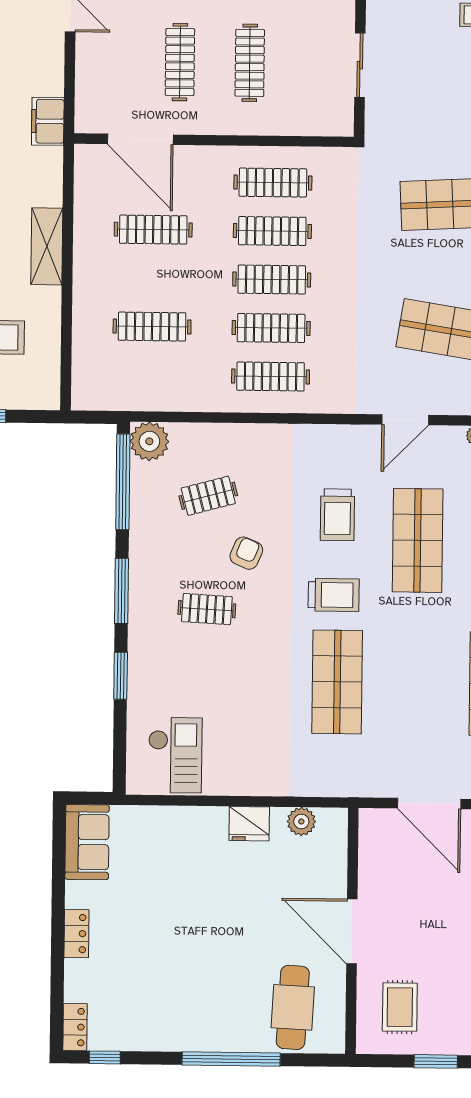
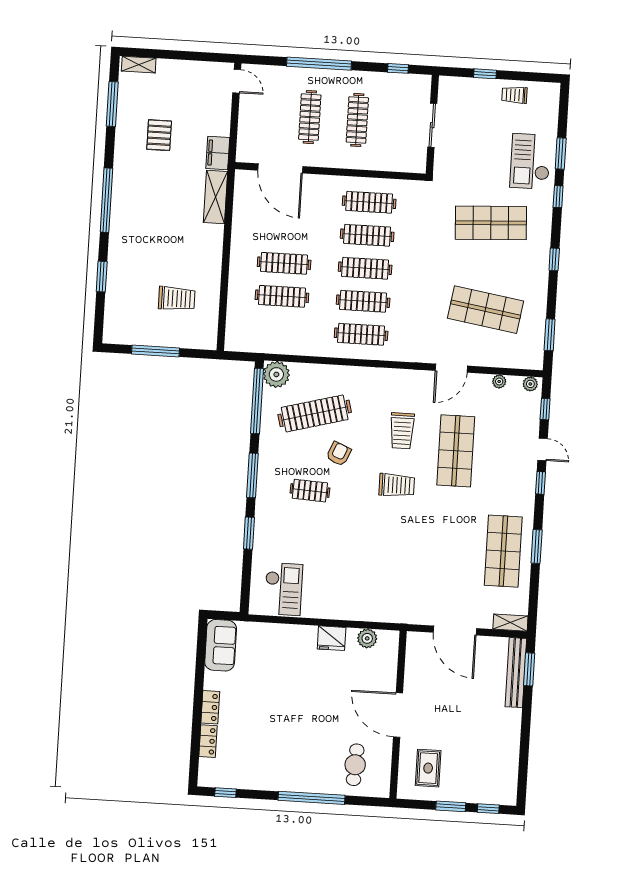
clothes rail: (153, 230) -> (284, 263), moved
shelving: (47, 246) -> (216, 197), moved
clothes rail: (208, 496) -> (315, 413), width x1.86, depth x1.31
shop shelf: (337, 682) -> (396, 545), removed
cafe table: (293, 1007) -> (355, 765), width x0.73, depth x0.74
locker: (75, 1027) -> (208, 741), moved

